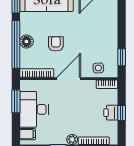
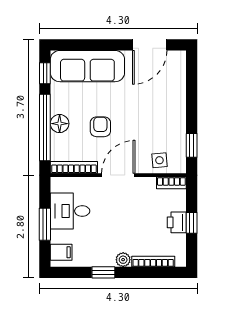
window: (16, 101) -> (45, 224), moved
desk: (34, 109) -> (70, 211), width x0.73

